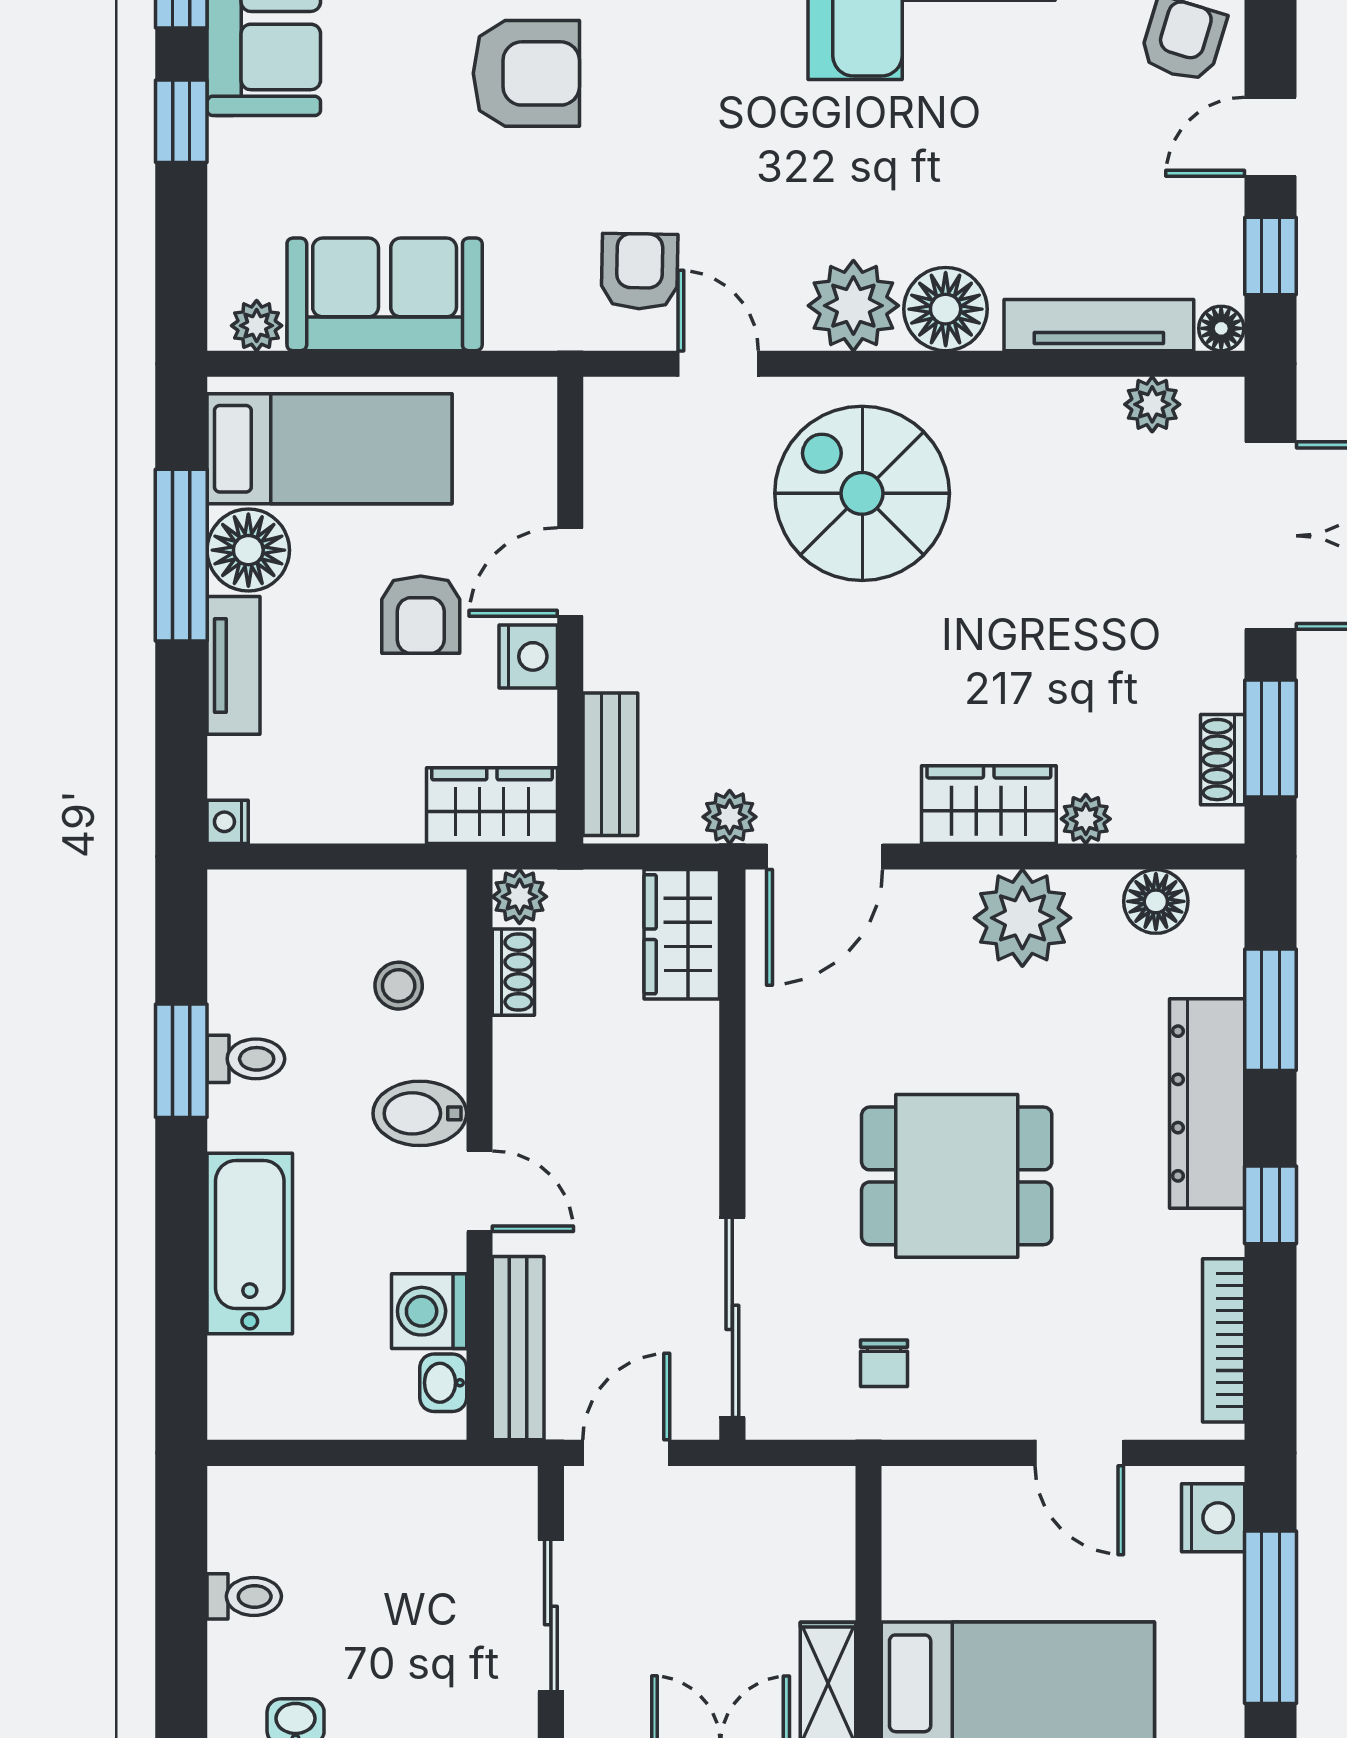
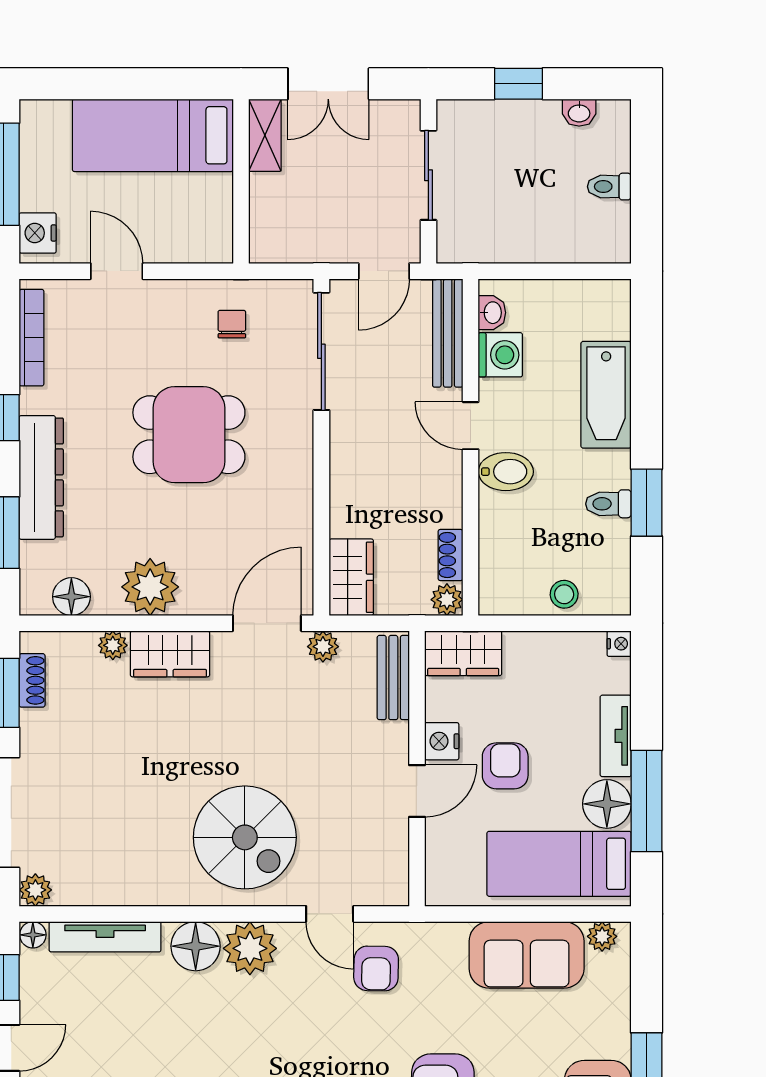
plant: (1152, 404) -> (35, 890), moved
stool: (399, 986) -> (564, 594), moved

